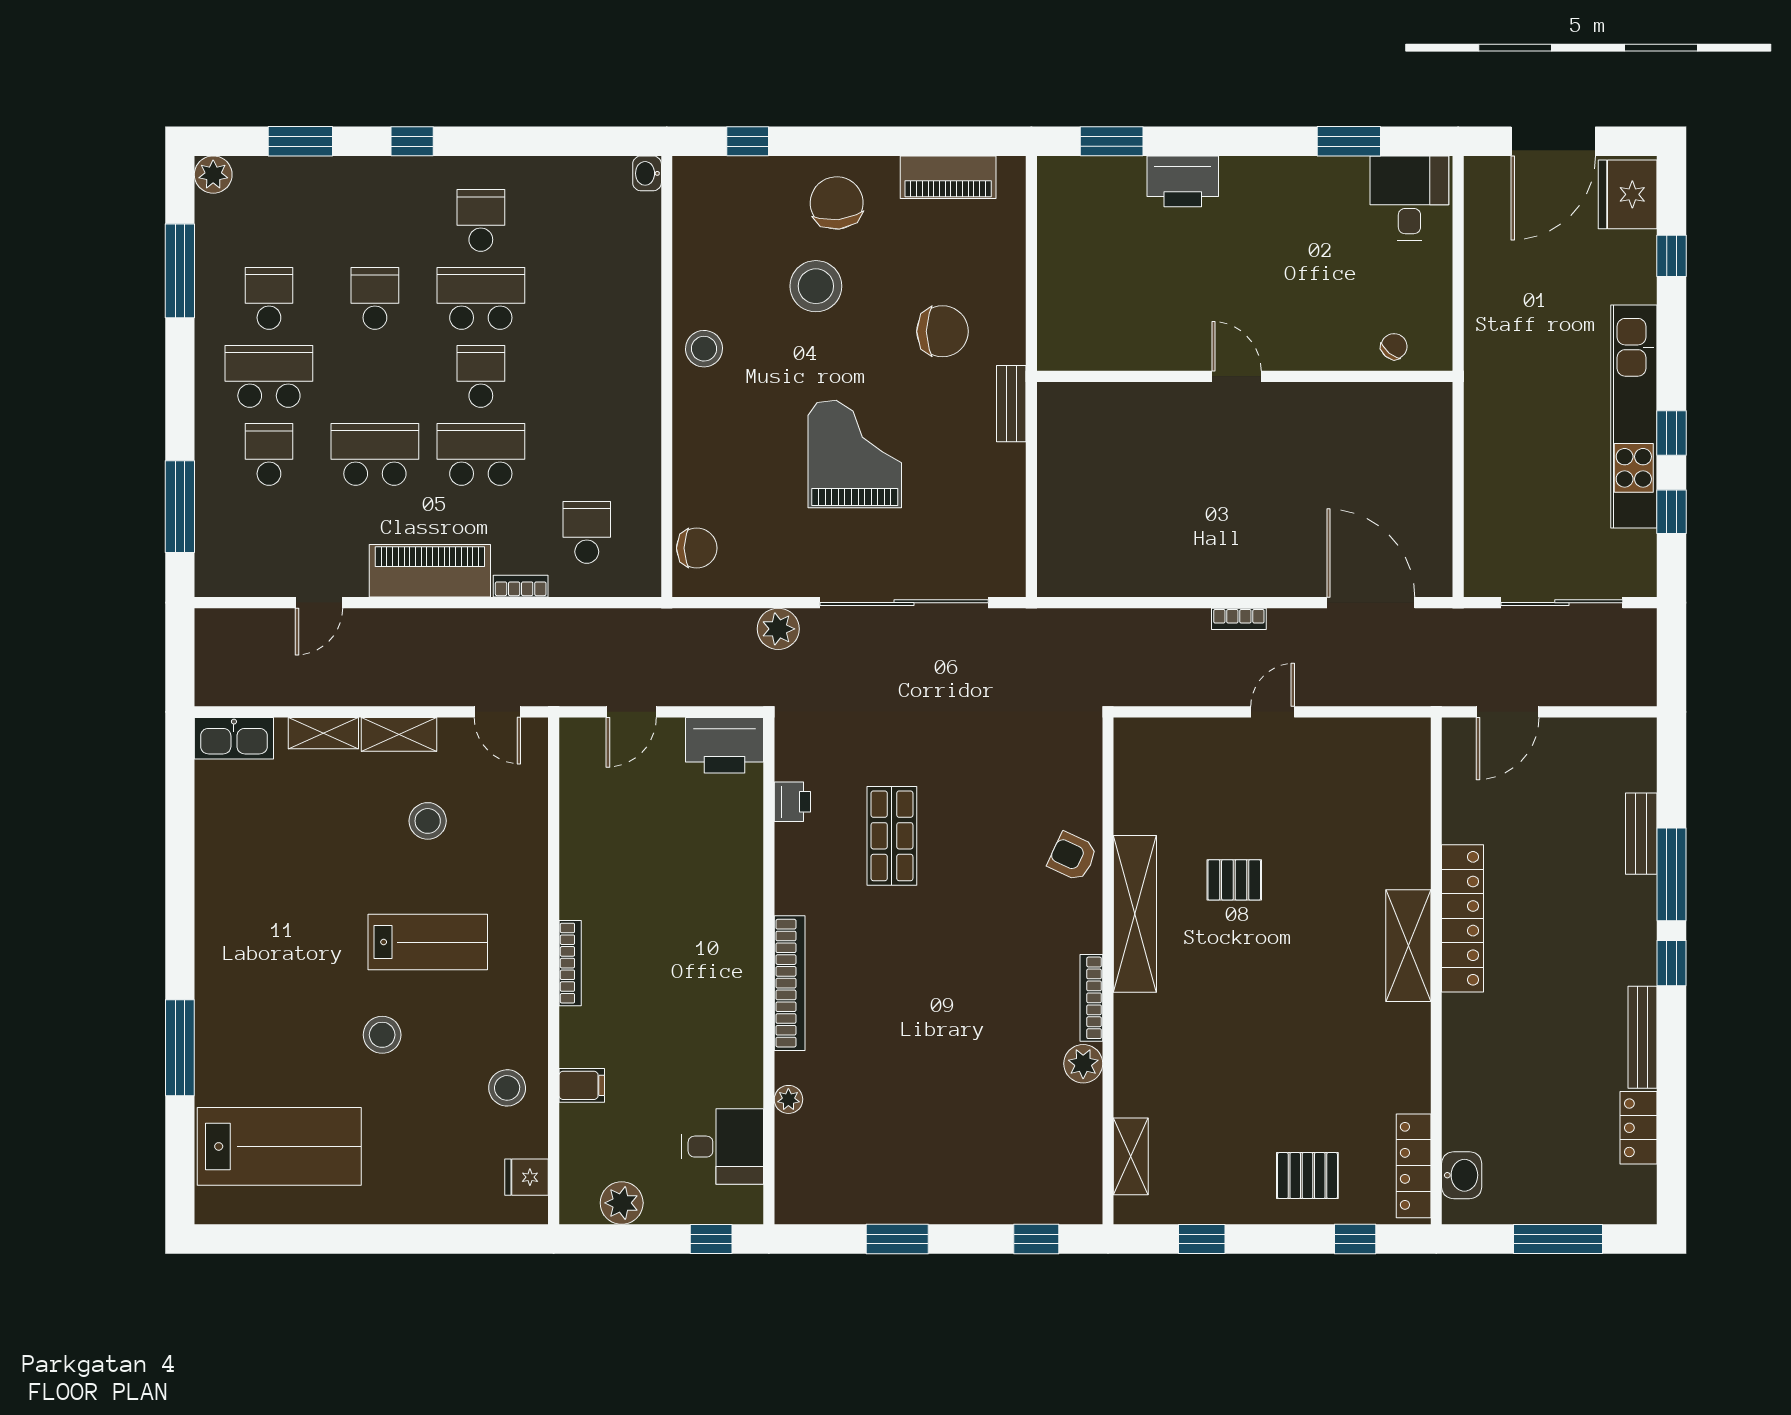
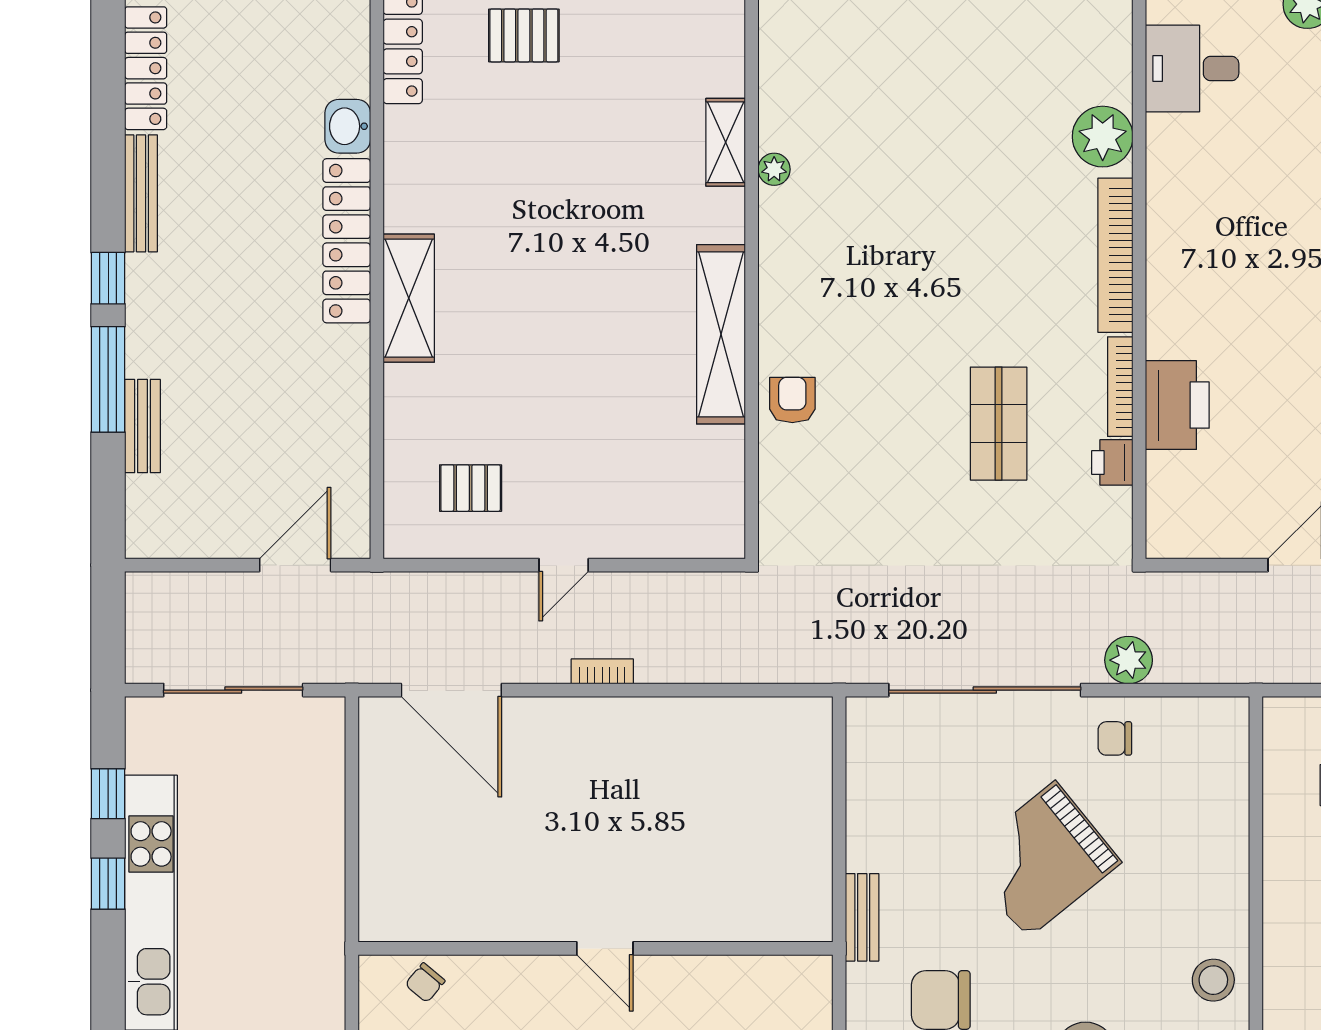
grand piano: (855, 454) -> (1041, 860), turned 51
chair: (697, 548) -> (1115, 738), moved, width x0.73, depth x0.73
printer: (725, 745) -> (1177, 405), moved, turned 90
armchair: (1072, 856) -> (792, 400), turned -115
pallet: (1234, 880) -> (471, 488), moved
locker: (1463, 918) -> (347, 241), moved
bookcase: (1091, 998) -> (1120, 387), moved, turned 180
plant: (1083, 1064) -> (774, 169), width x0.73, depth x0.73
plant: (788, 1099) -> (1103, 137), width x1.88, depth x1.88
locker: (1639, 1128) -> (146, 68), width x1.53
shelving: (1131, 1156) -> (726, 142), moved
washbasin: (1462, 1175) -> (348, 126), moved

